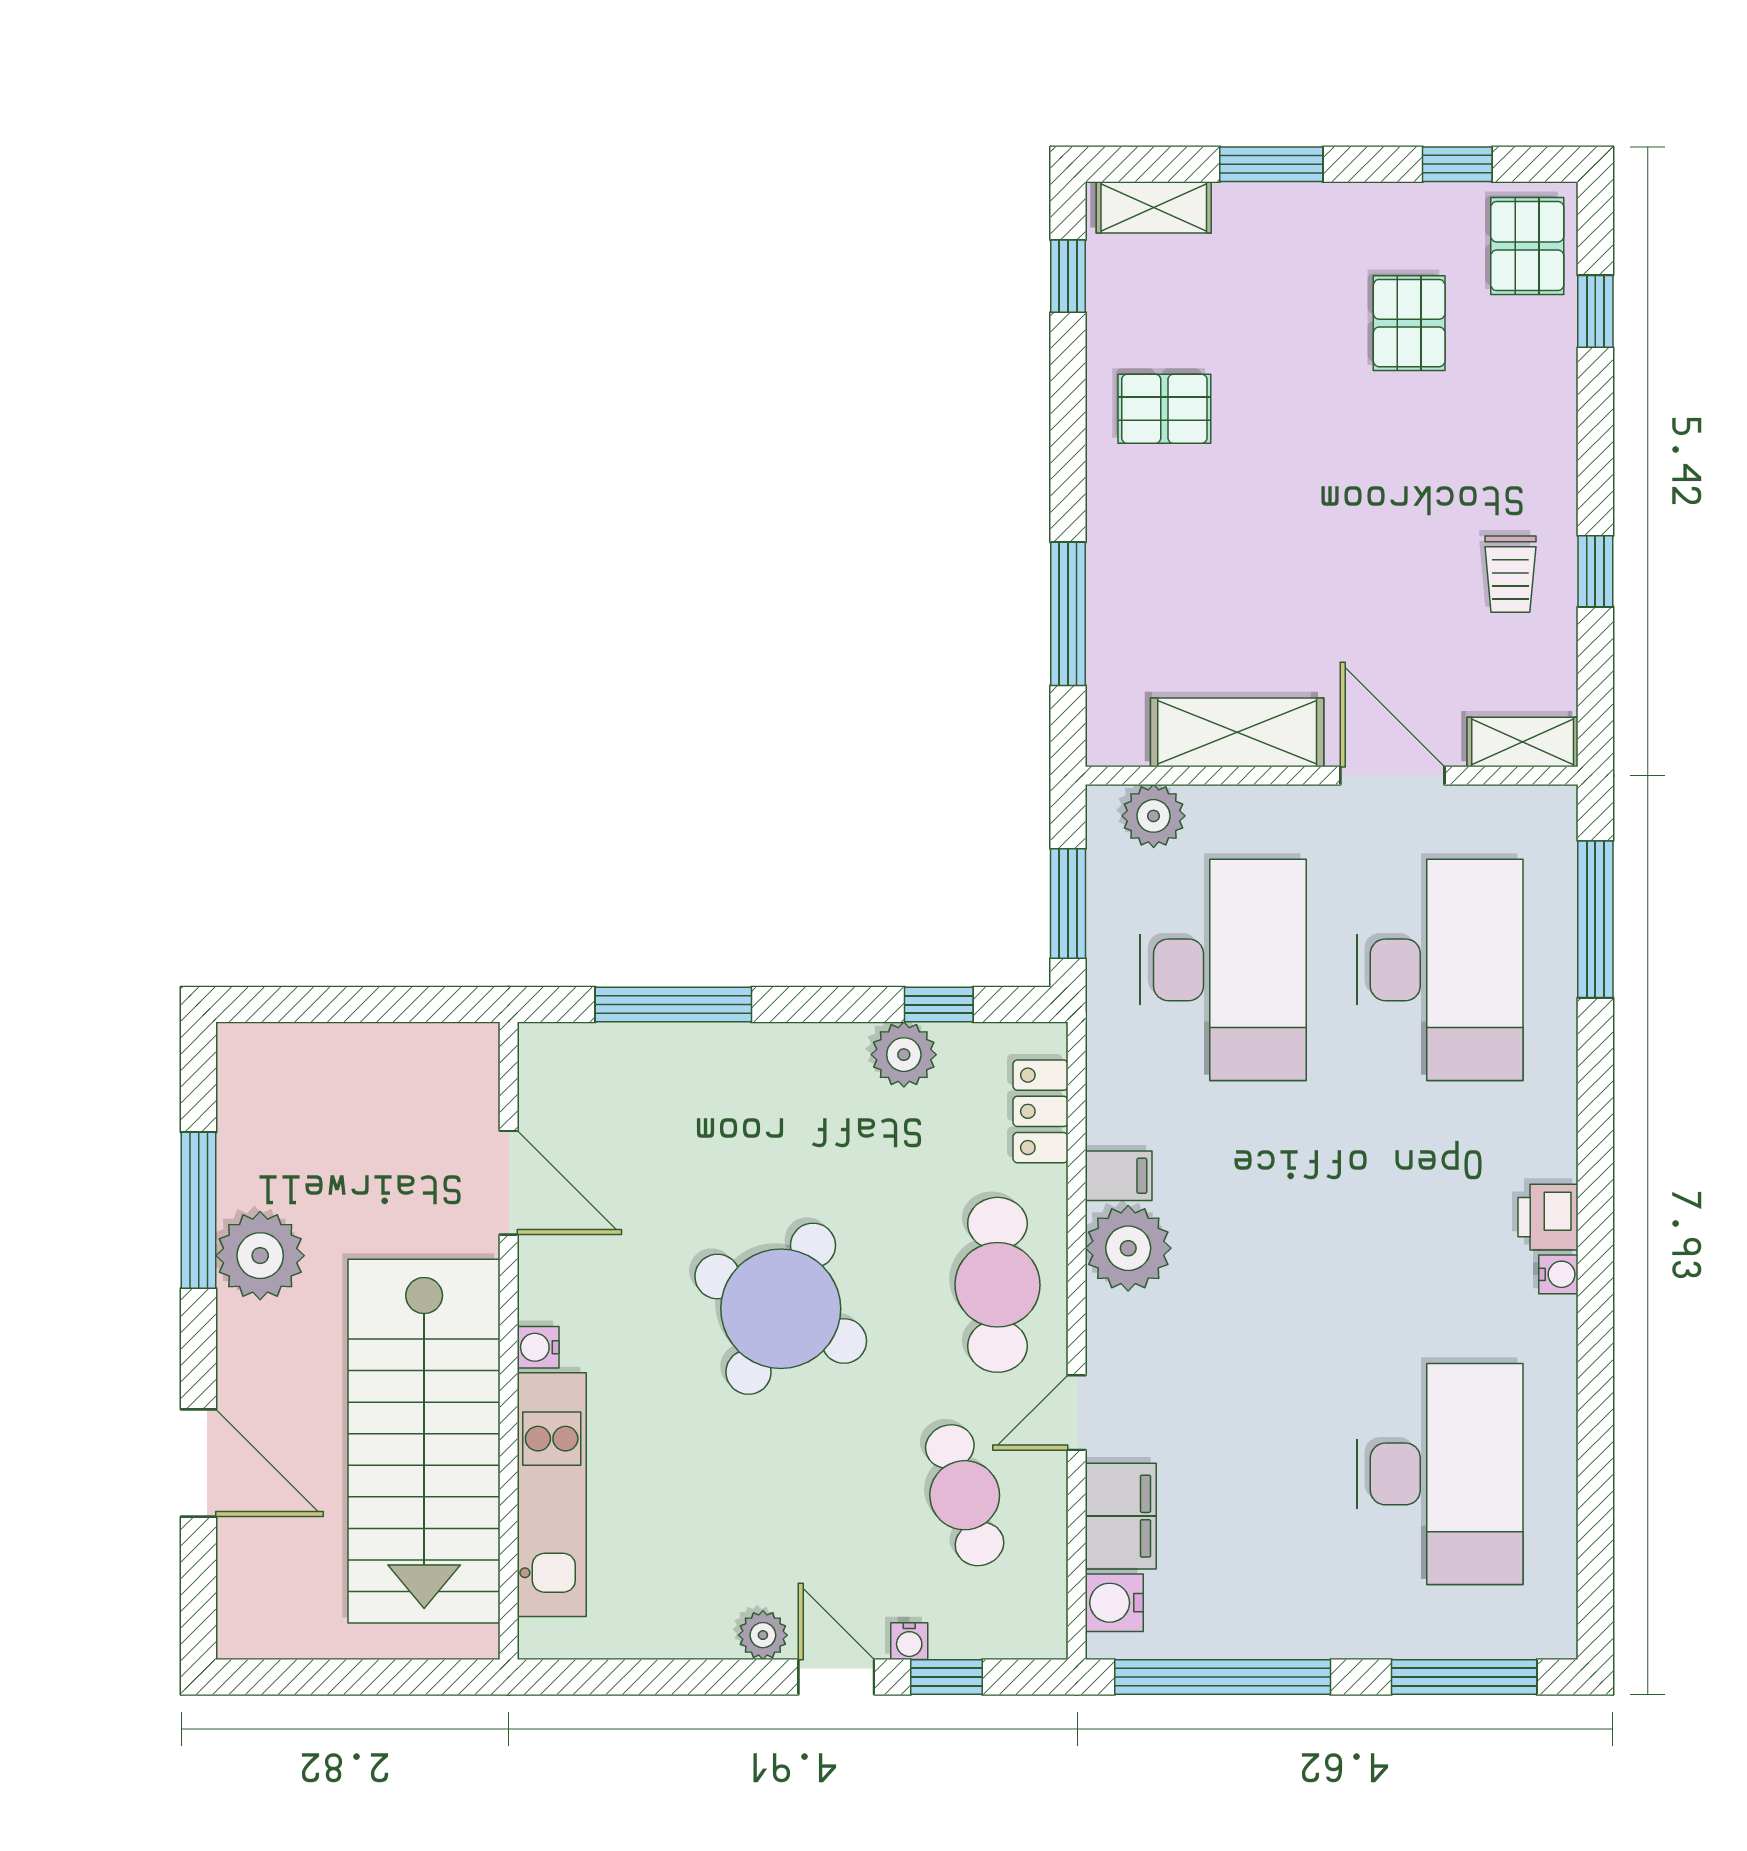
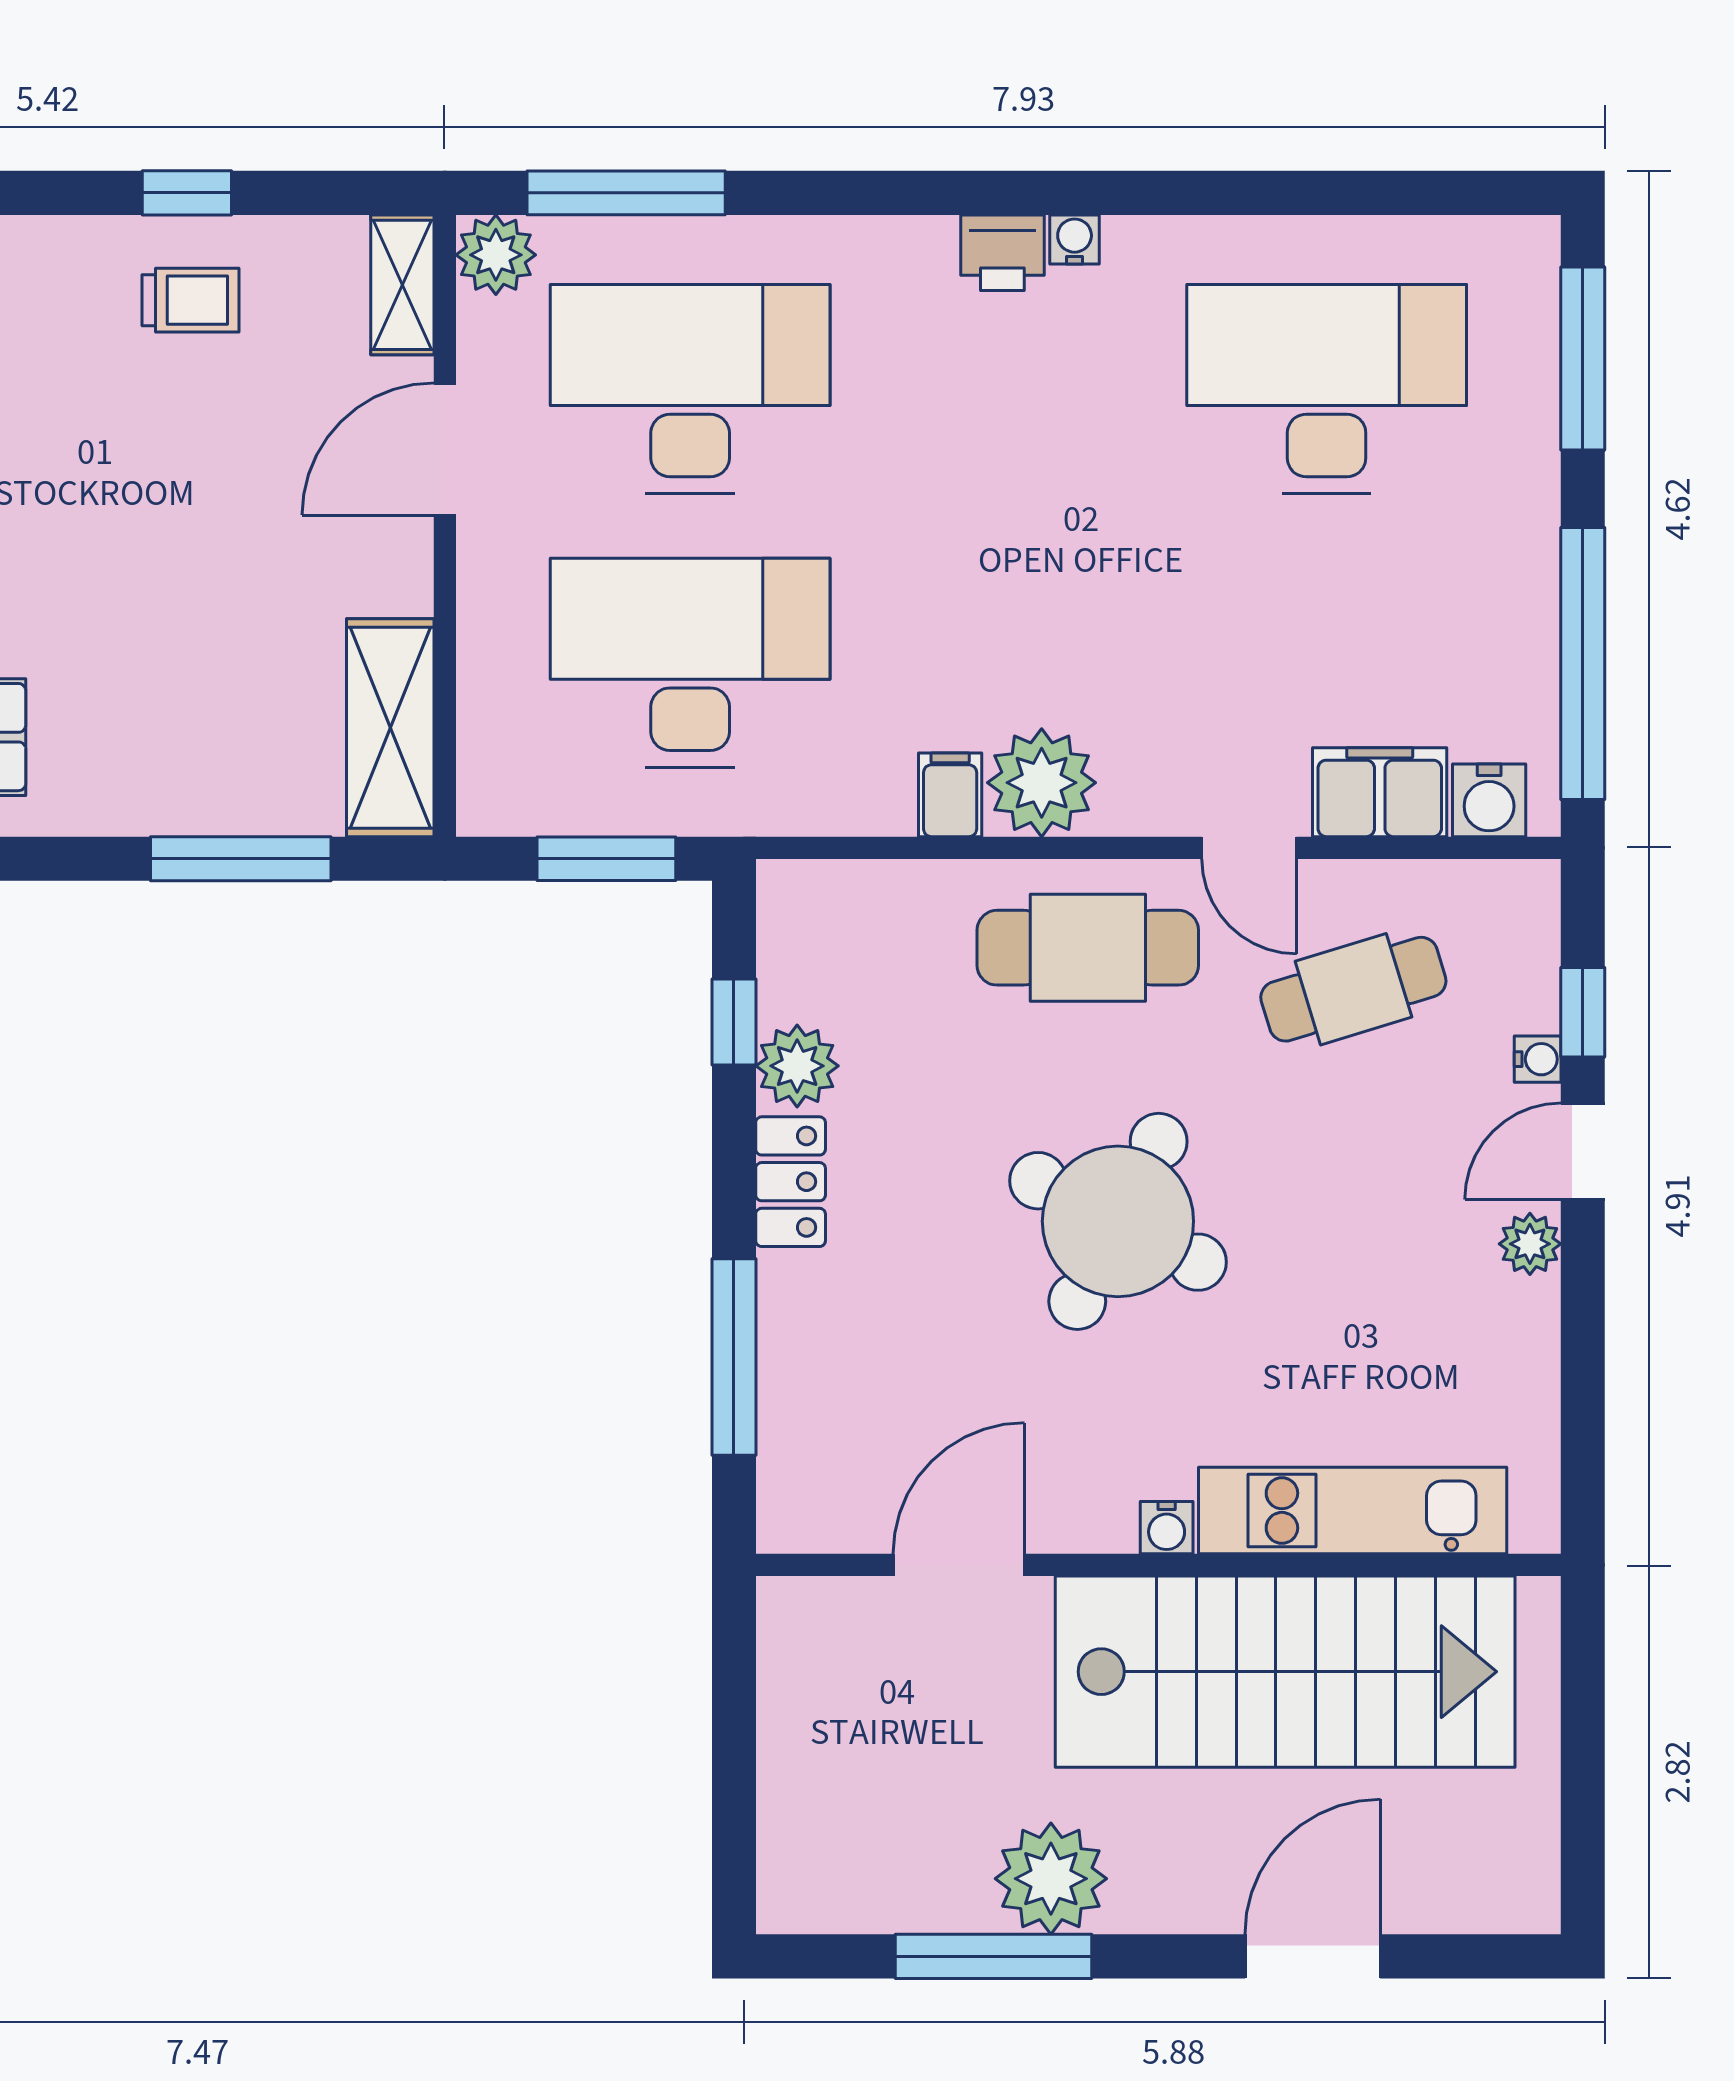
shelving: (1237, 732) -> (390, 728), moved
plant: (1154, 816) -> (496, 255), moved
locker: (1040, 1111) -> (791, 1182), moved, turned -90

